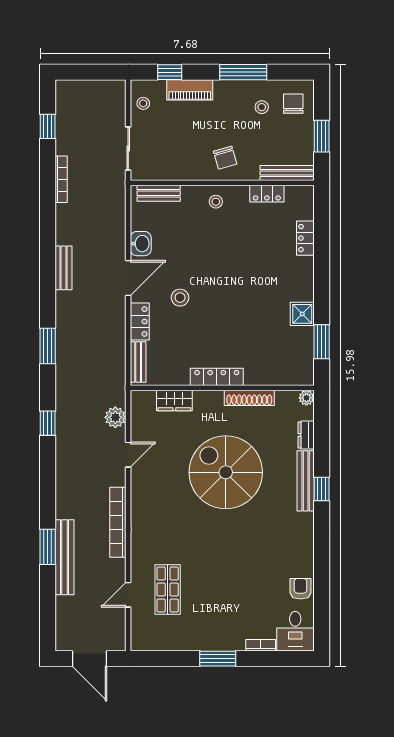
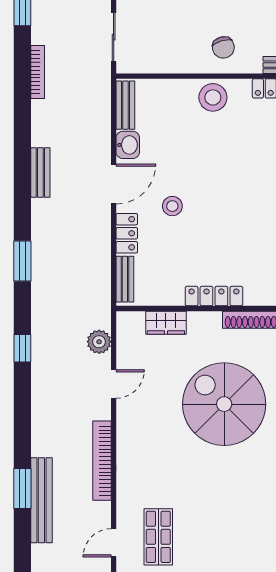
bench: (159, 193) -> (125, 105), moved, turned 90
stool: (216, 202) -> (213, 97), width x1.89, depth x1.89

